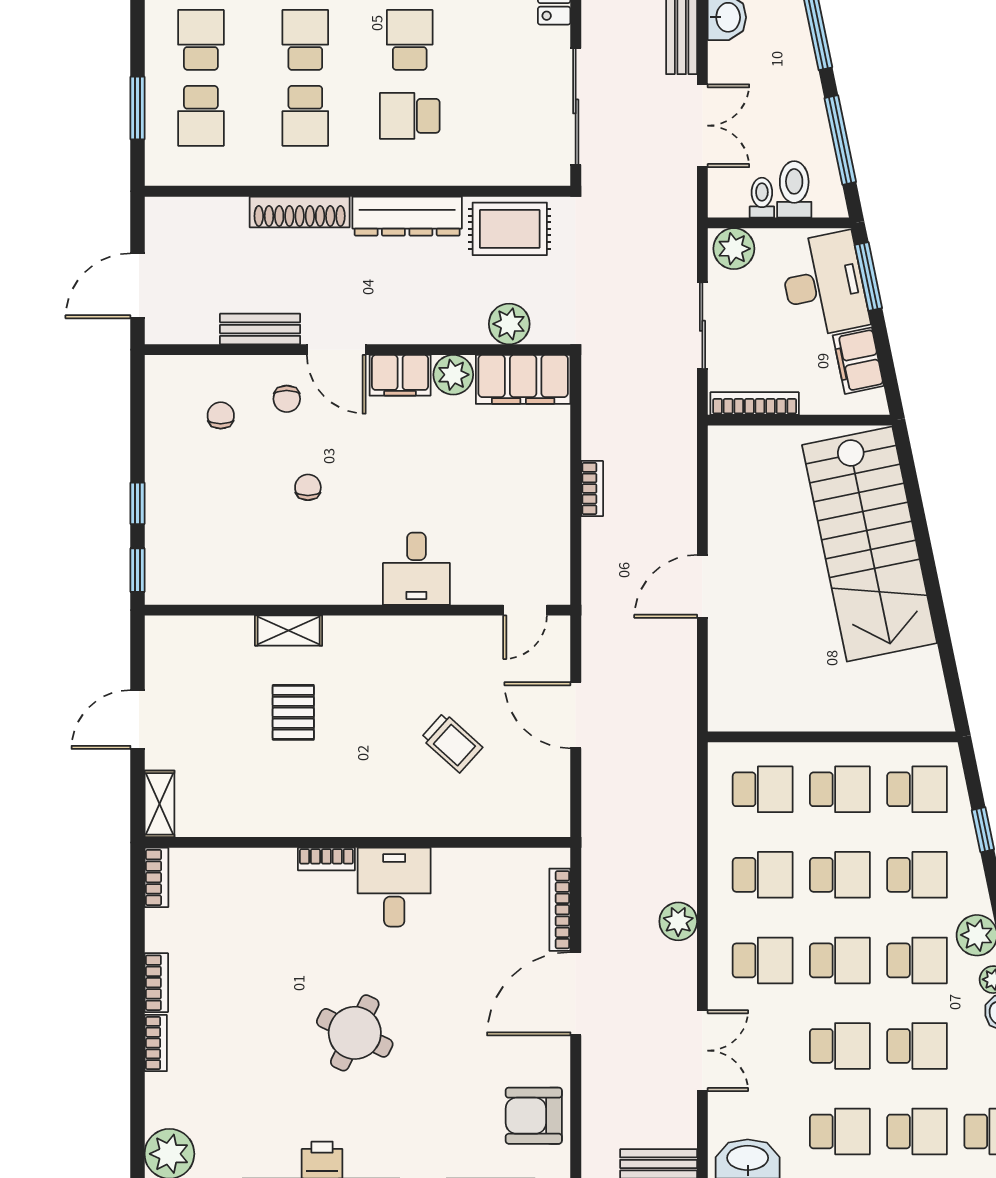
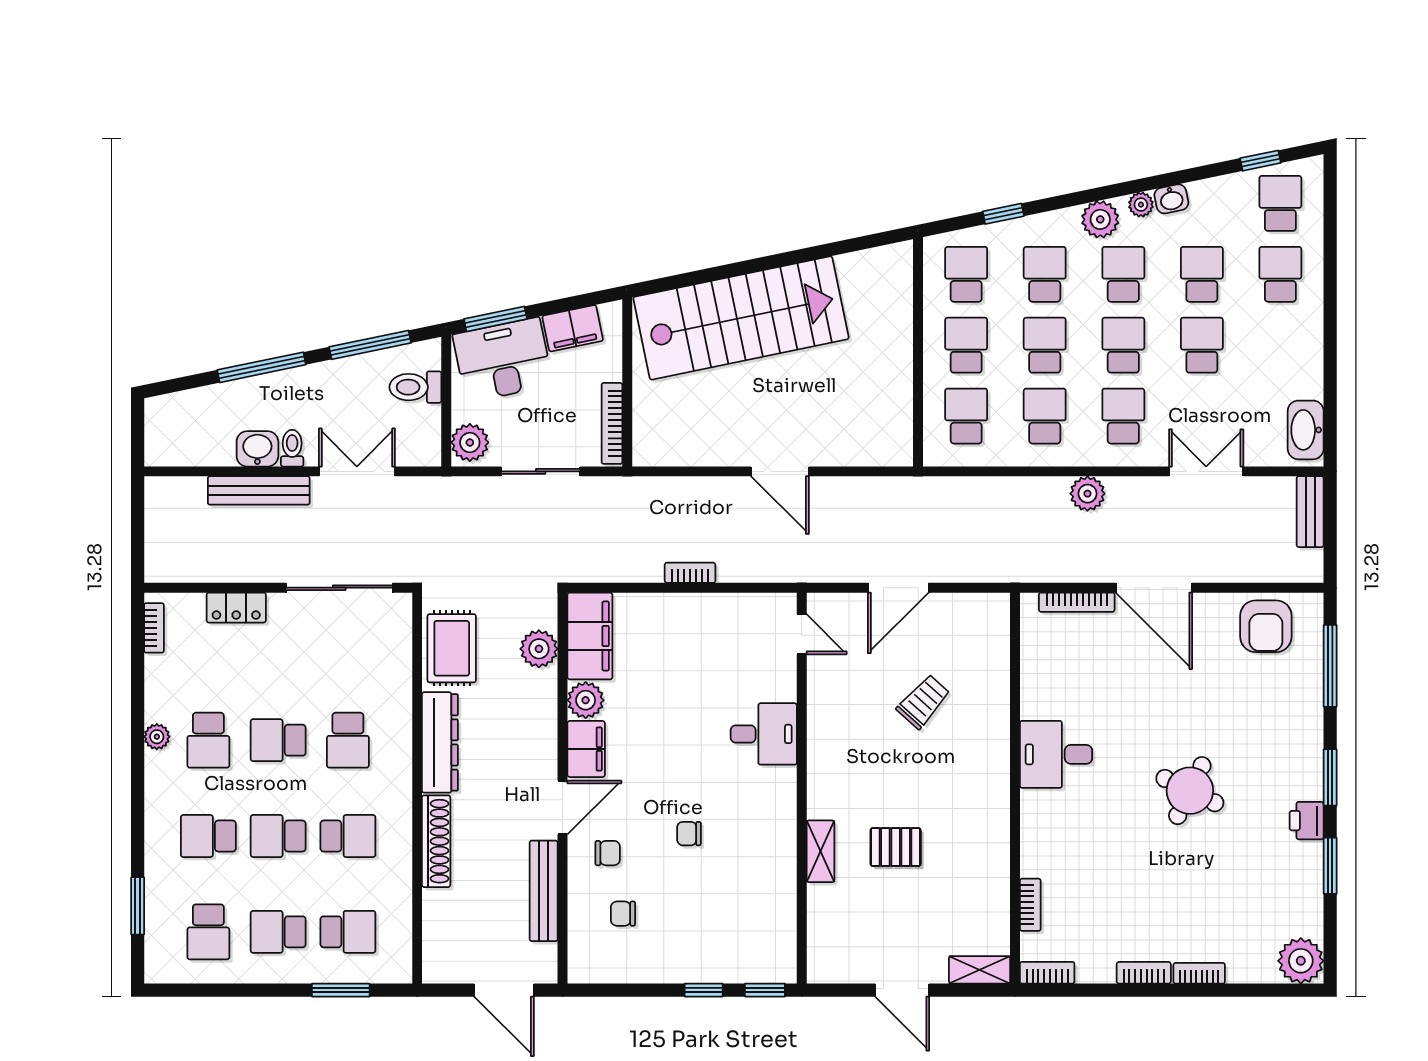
toilet: (762, 198) -> (292, 448), moved, turned 90
bench: (260, 329) -> (544, 891), width x1.36
bookcase: (326, 859) -> (1030, 905), moved
school desk: (840, 1131) -> (1280, 345), removed

